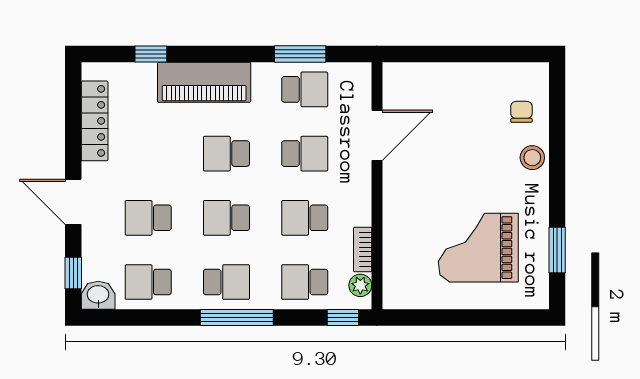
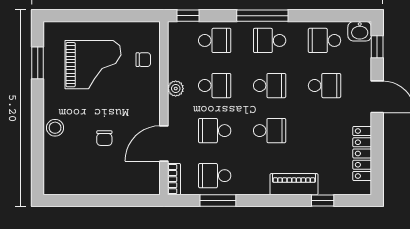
piano: (204, 82) -> (294, 184), width x0.73, depth x0.75
chair: (521, 112) -> (104, 138), moved
bookcase: (363, 249) -> (174, 179), moved
chair: (406, 255) -> (143, 60), added
school desk: (148, 282) -> (325, 40), turned 180
plant: (360, 285) -> (176, 89), moved

